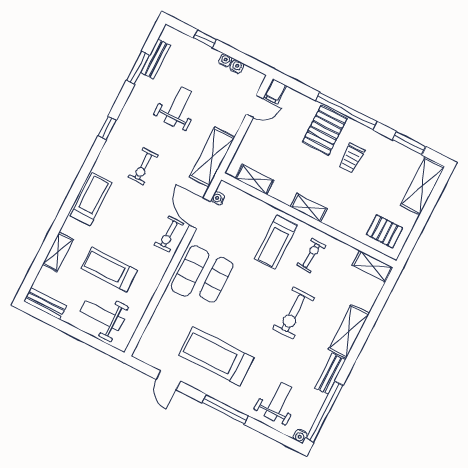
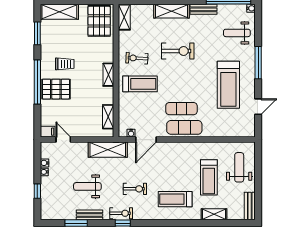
bench: (156, 59) -> (89, 215), moved
treadmill: (91, 199) -> (175, 199), moved
pallet: (384, 231) -> (99, 21), width x1.50, depth x1.42
exercise bike: (169, 234) -> (121, 213), moved
weight bench: (102, 316) -> (239, 167), turned 180

